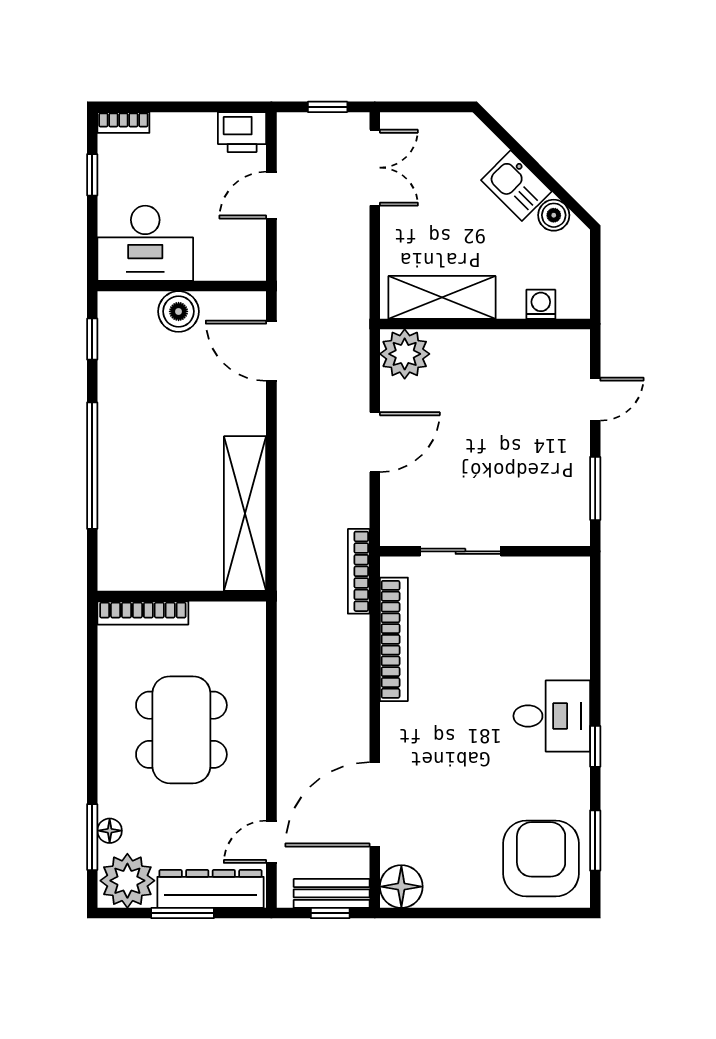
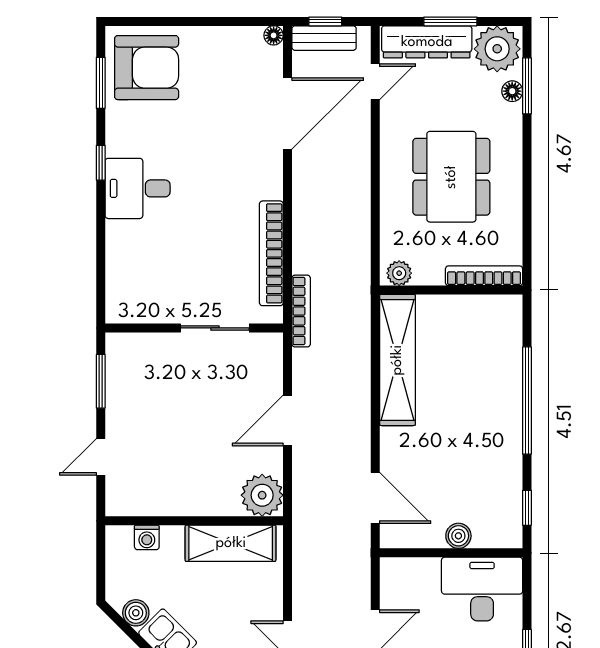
boiler: (179, 311) -> (458, 536), width x0.73, depth x0.73
plant: (243, 616) -> (399, 273), added
armchair: (541, 859) -> (147, 68), turned -90
floor lamp: (401, 887) -> (274, 35), width x0.53, depth x0.53

